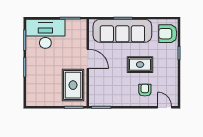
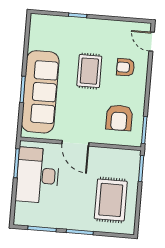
desk: (45, 34) -> (38, 175), moved
armchair: (168, 34) -> (119, 118), moved
door: (88, 59) -> (75, 143), swing flipped
rug: (73, 85) -> (111, 200), moved, turned 90
door: (165, 107) -> (152, 42), hinge flipped

